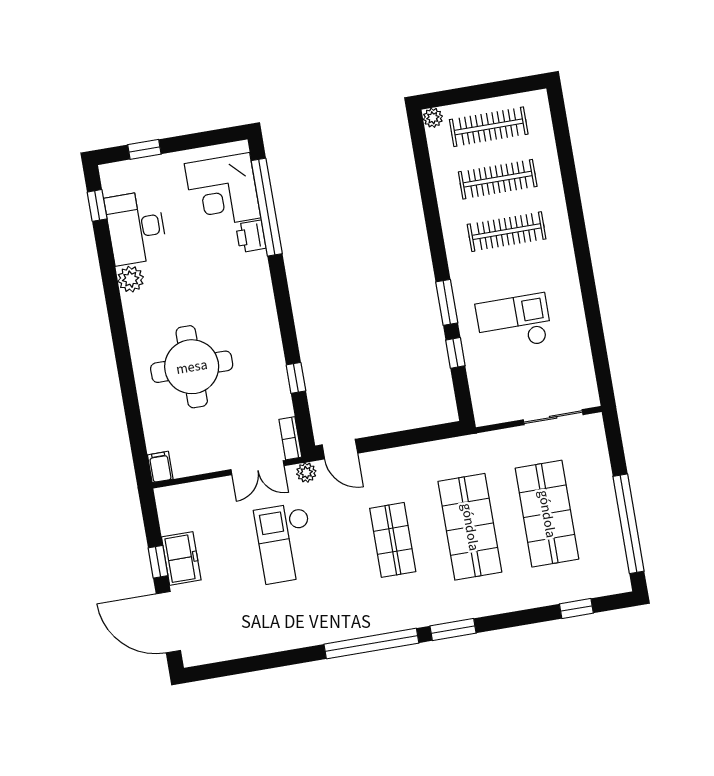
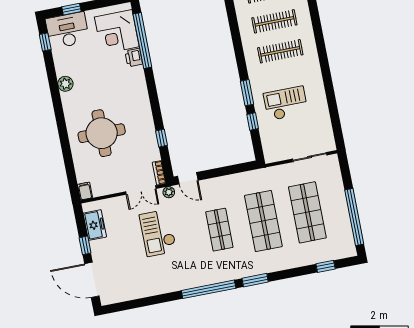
desk: (136, 228) -> (67, 30), moved, turned 90
freezer: (181, 558) -> (95, 225), moved

